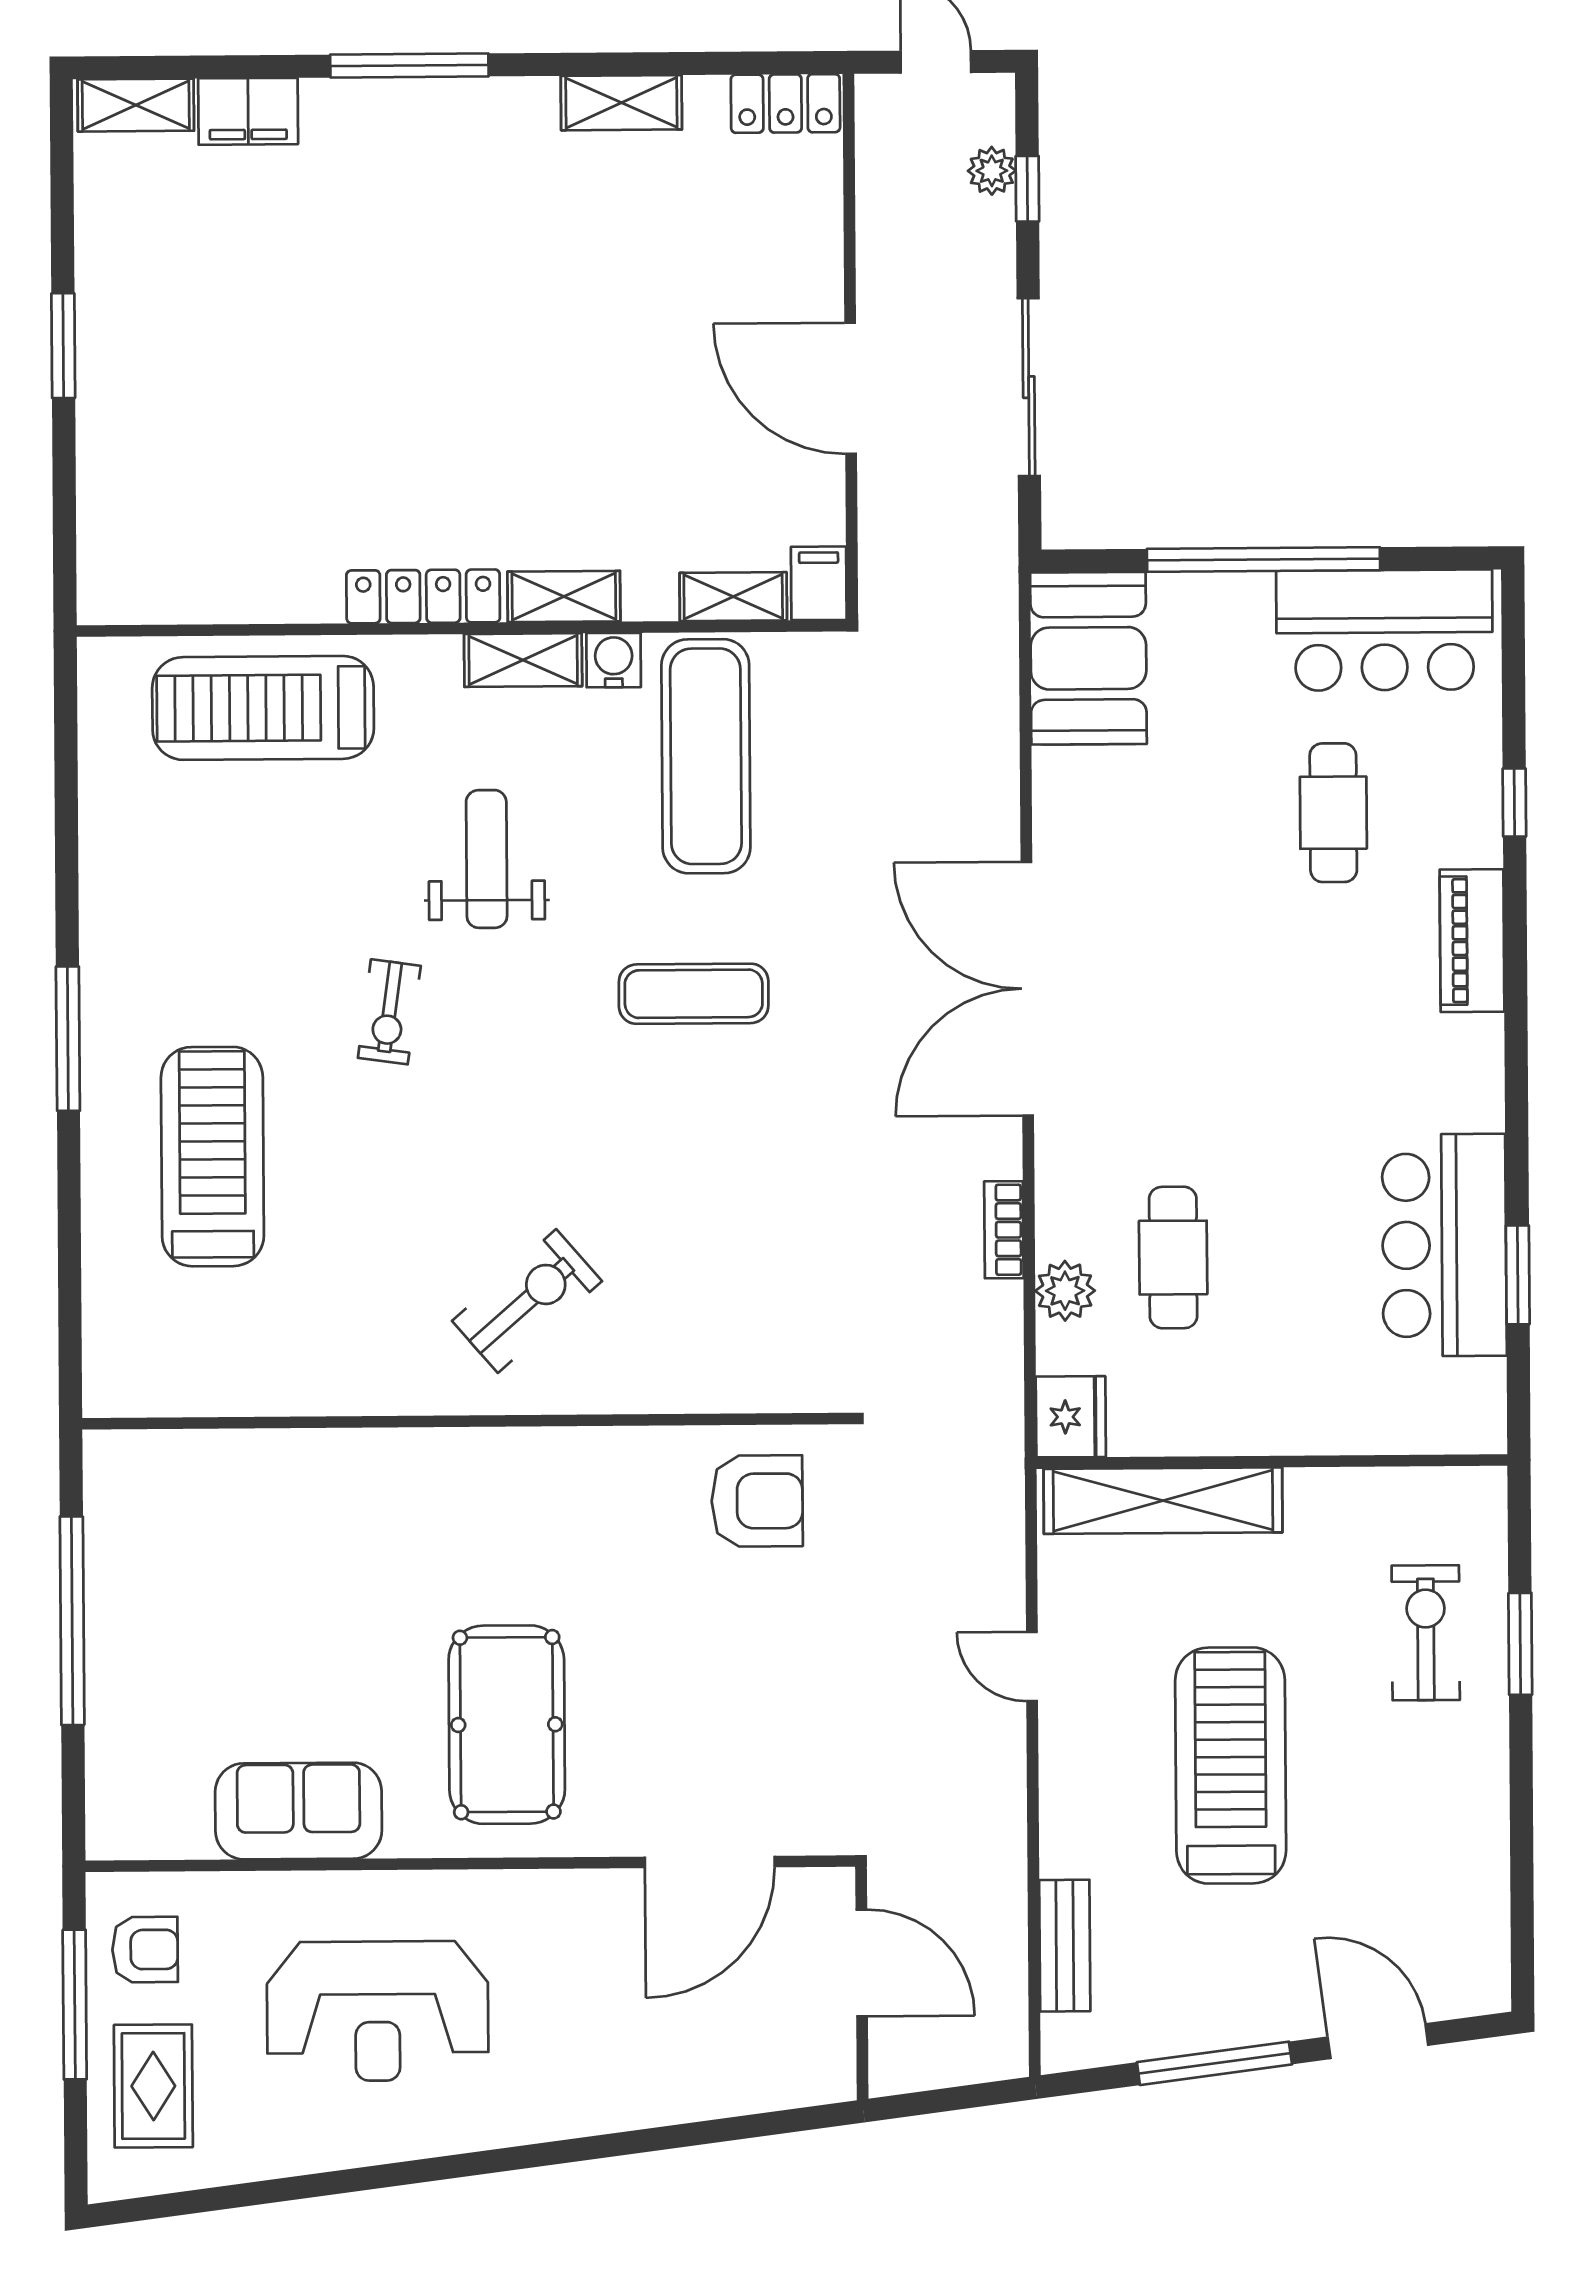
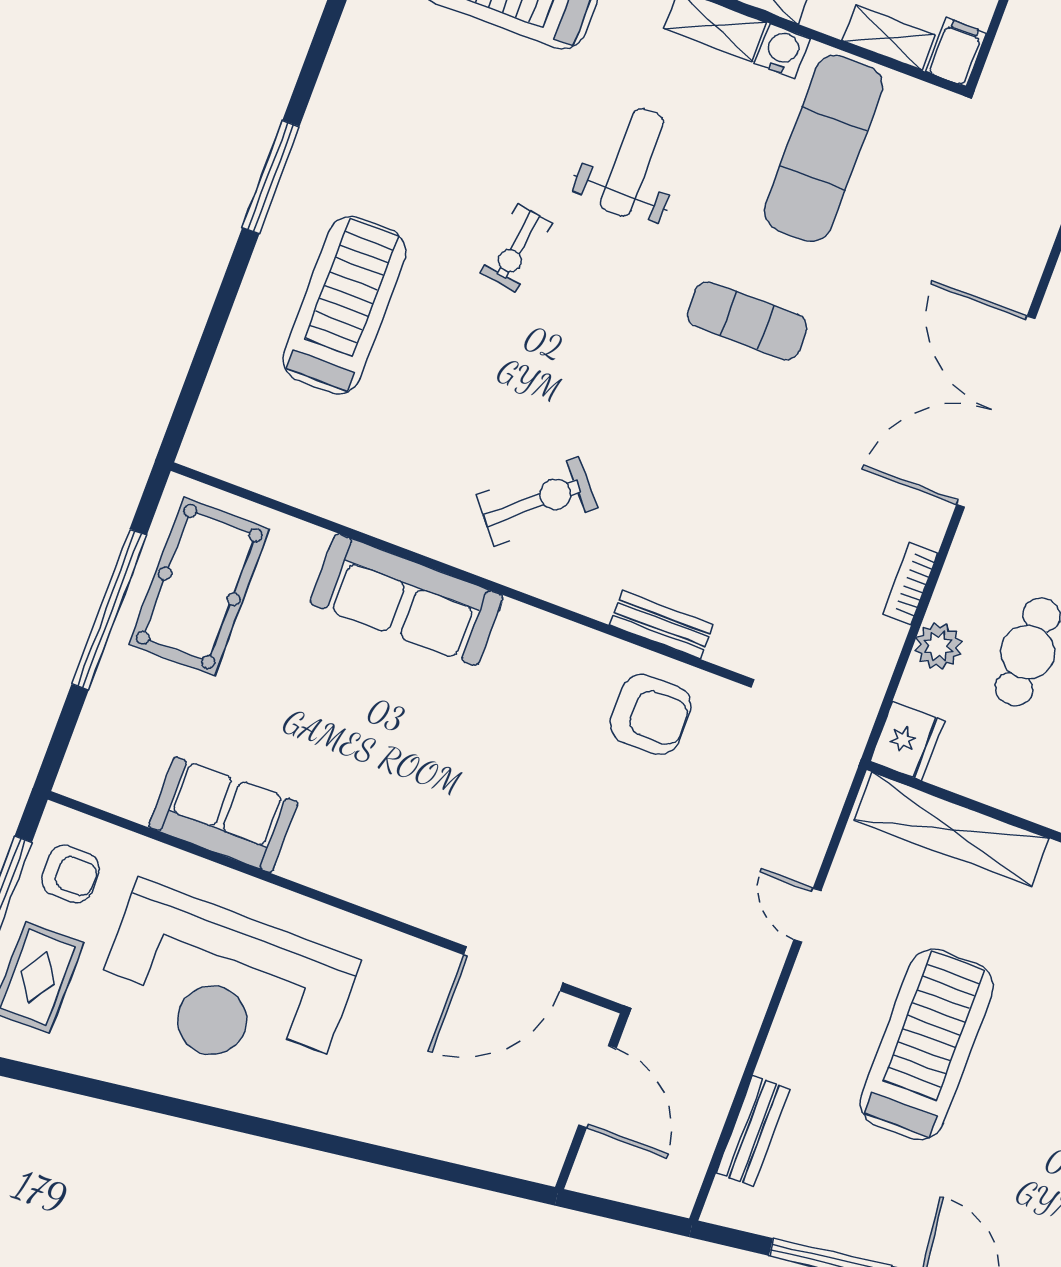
bench: (729, 1390) -> (661, 625), added
sofa: (418, 1475) -> (407, 600), added
pool table: (507, 1725) -> (199, 586), moved
reception desk: (378, 2011) -> (225, 985), width x1.36, depth x1.30

